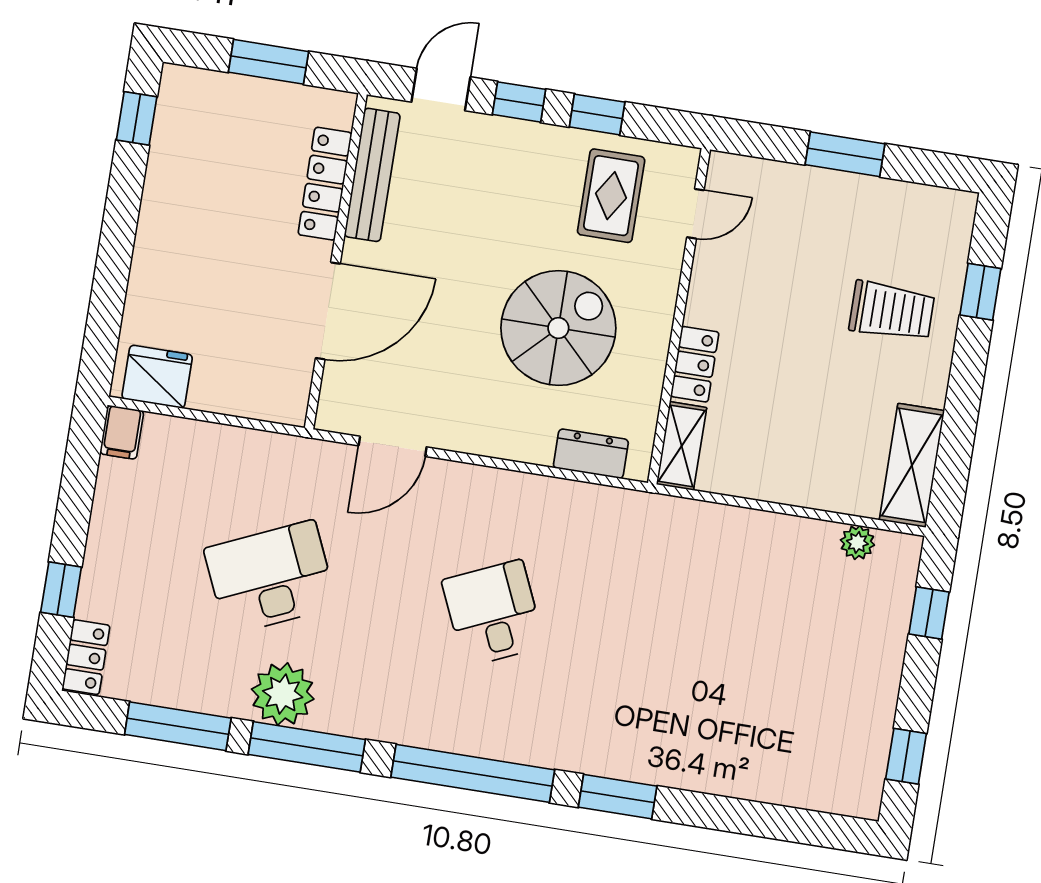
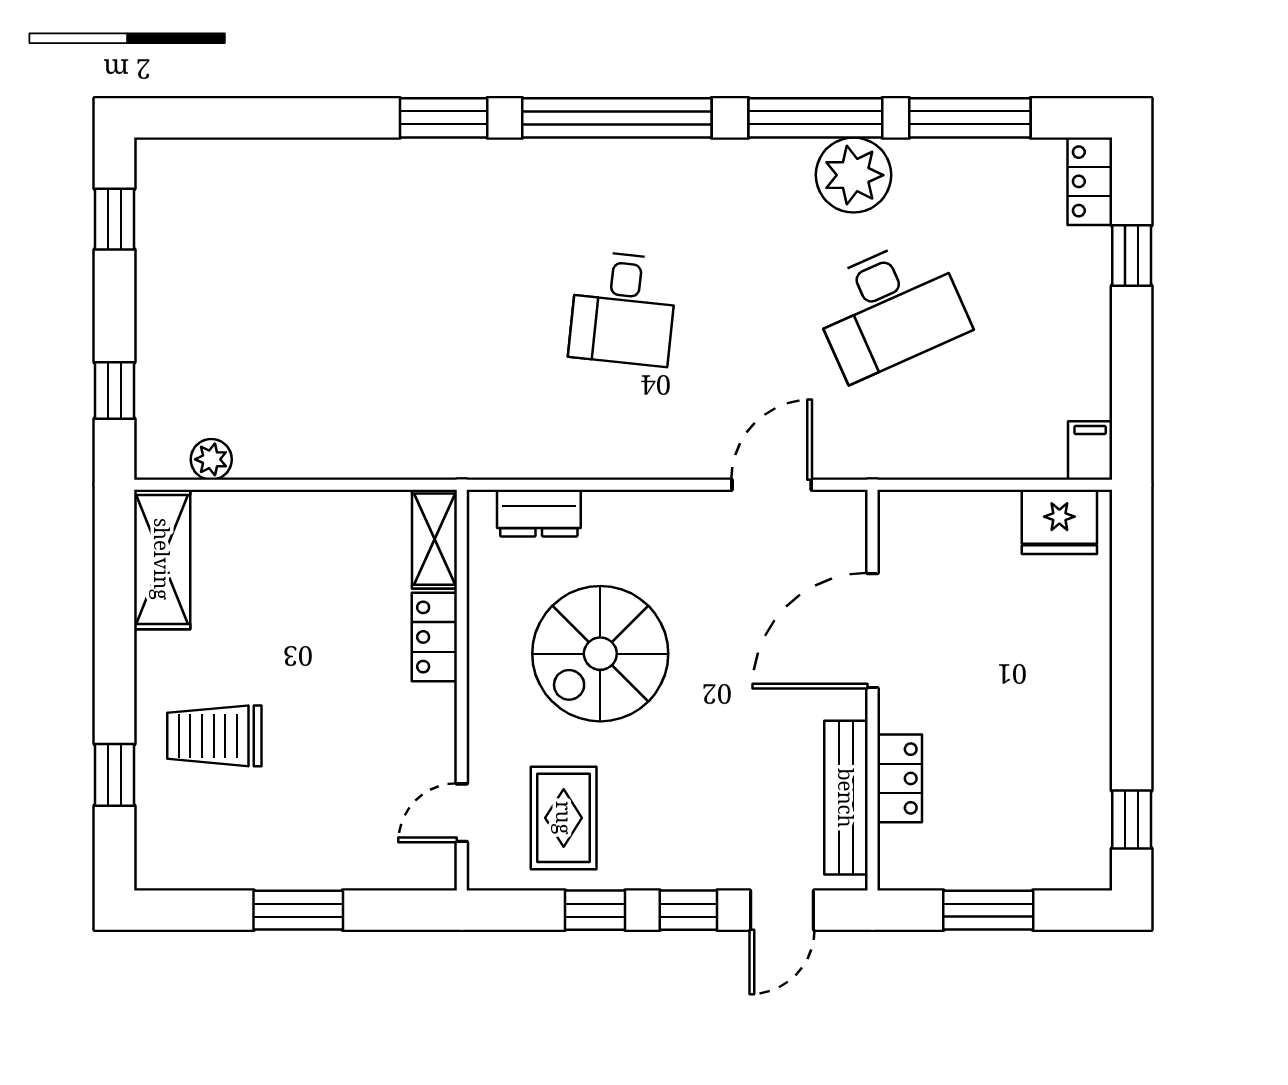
locker: (325, 184) -> (900, 778), width x0.66
desk: (493, 613) -> (623, 309), turned 30

